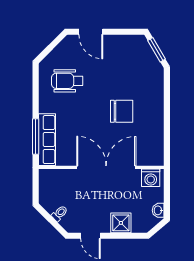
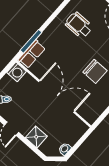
row of seats: (47, 140) -> (32, 54), width x0.68
washing machine: (151, 178) -> (16, 72), moved, turned -90

